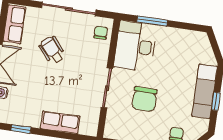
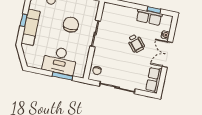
desk: (135, 46) -> (60, 61), moved, turned 90
wheelchair: (52, 50) -> (136, 43), moved
row of seats: (60, 122) -> (149, 17), moved

